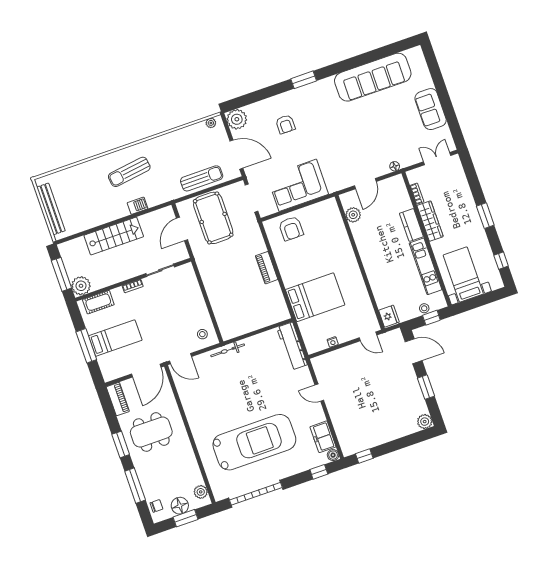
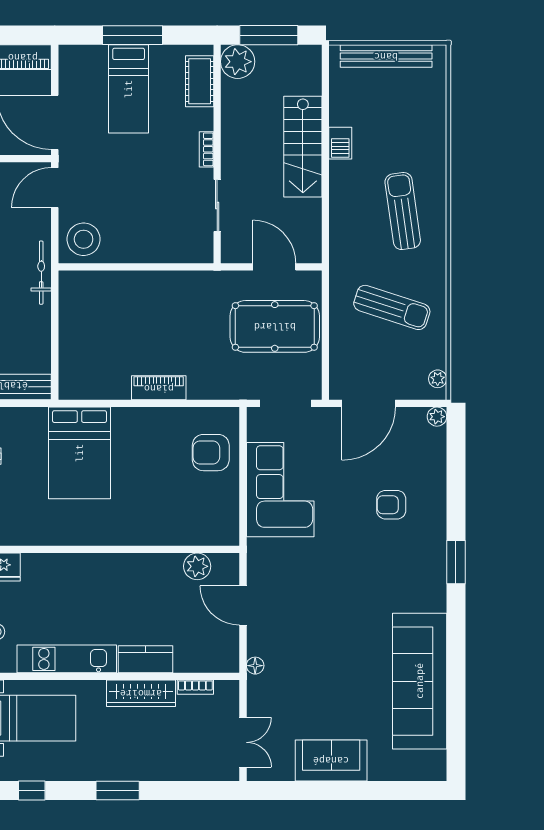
plant: (237, 119) -> (437, 417), width x0.53, depth x0.53
sun lounger: (202, 178) -> (392, 307), moved, turned -72
barbecue: (138, 206) -> (340, 143), moved
stool: (202, 334) -> (84, 239), width x1.89, depth x1.89

